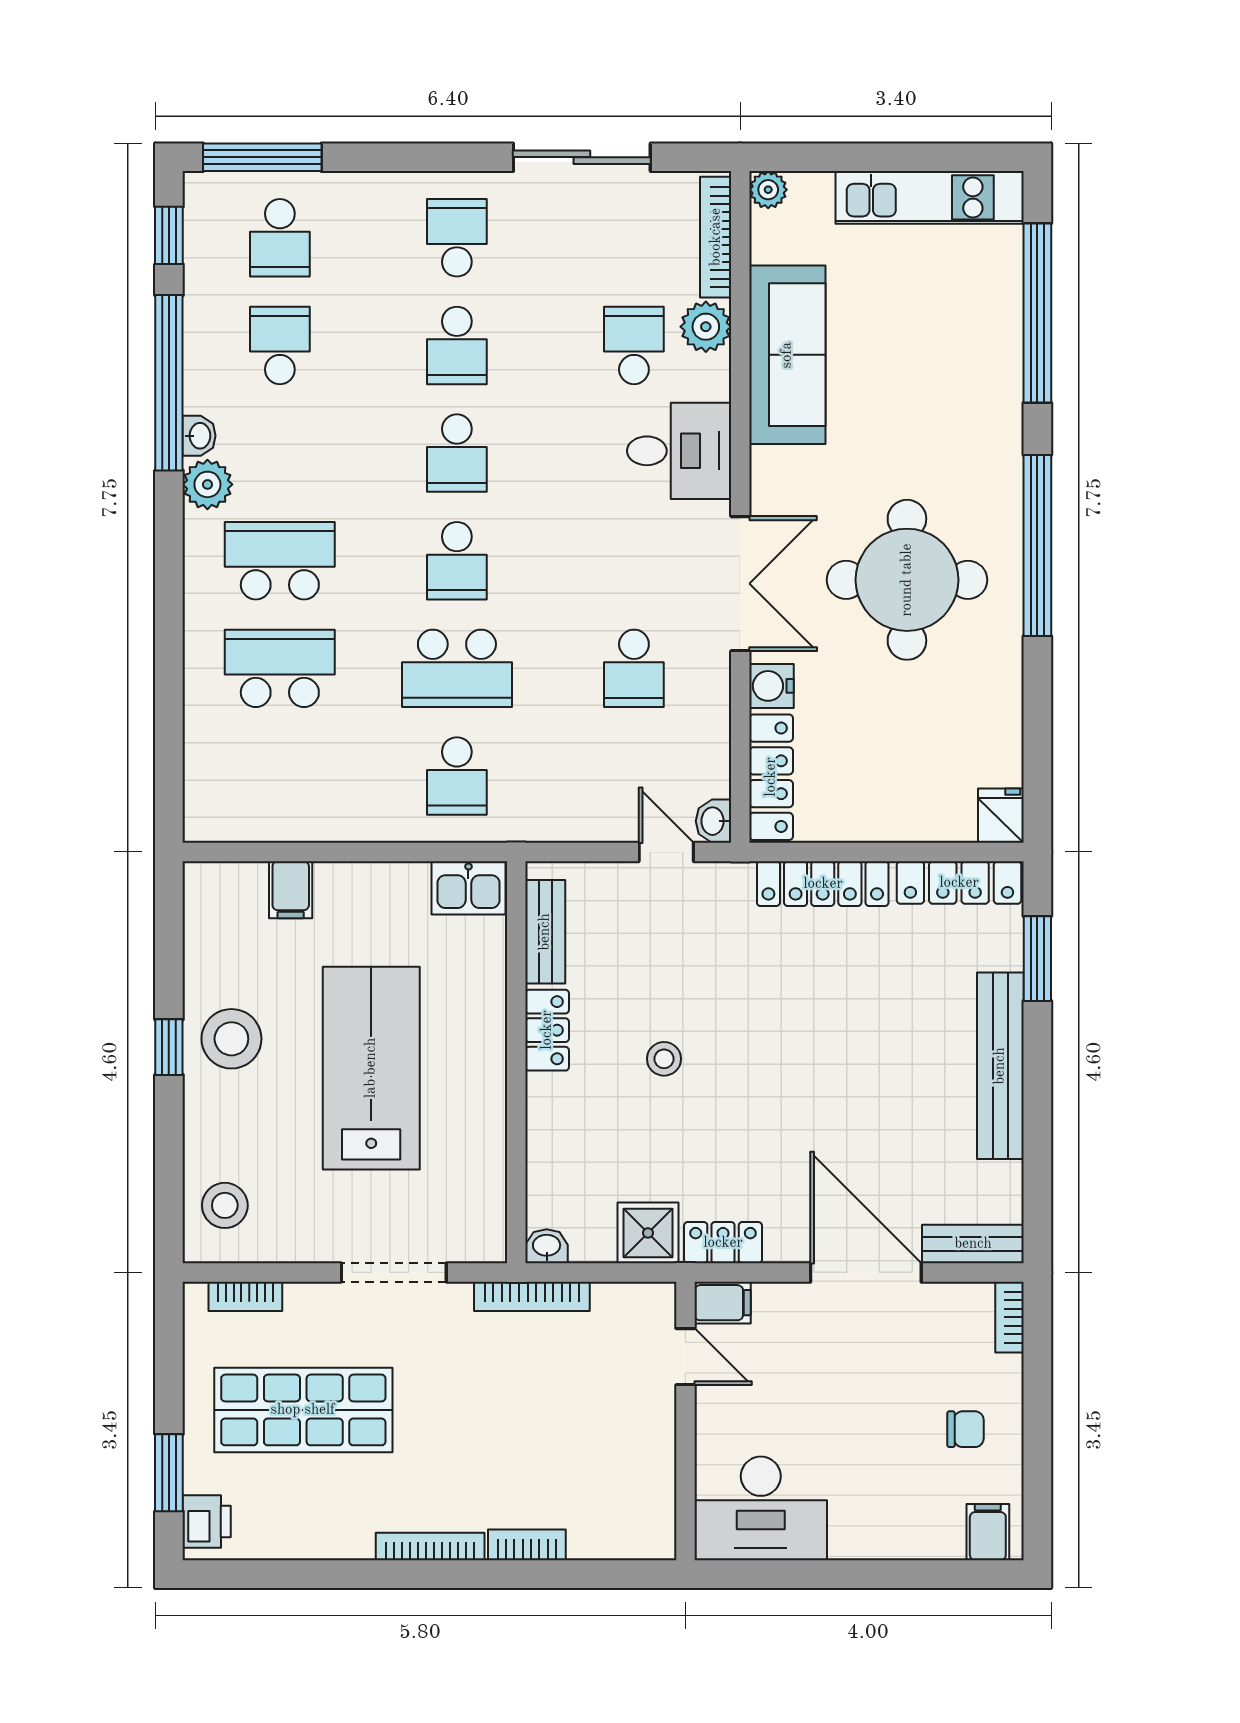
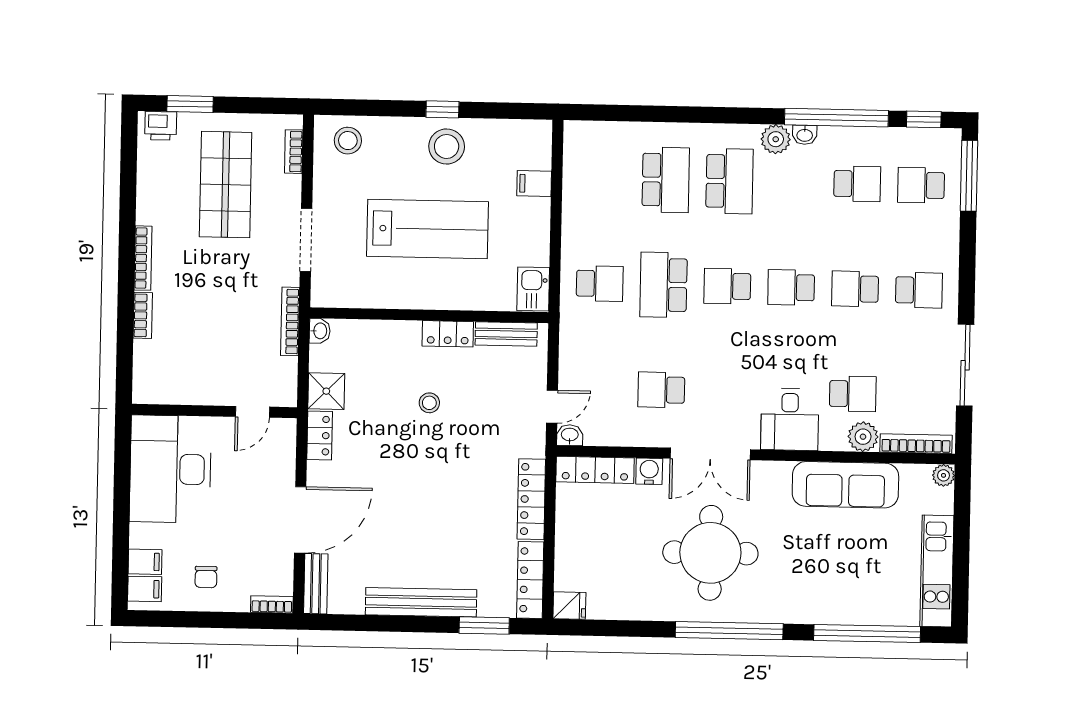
school desk: (457, 776) -> (600, 283), turned 180
filing cabinet: (723, 1303) -> (145, 562), moved, turned -90
desk: (761, 1508) -> (170, 469), width x1.36, depth x1.30

